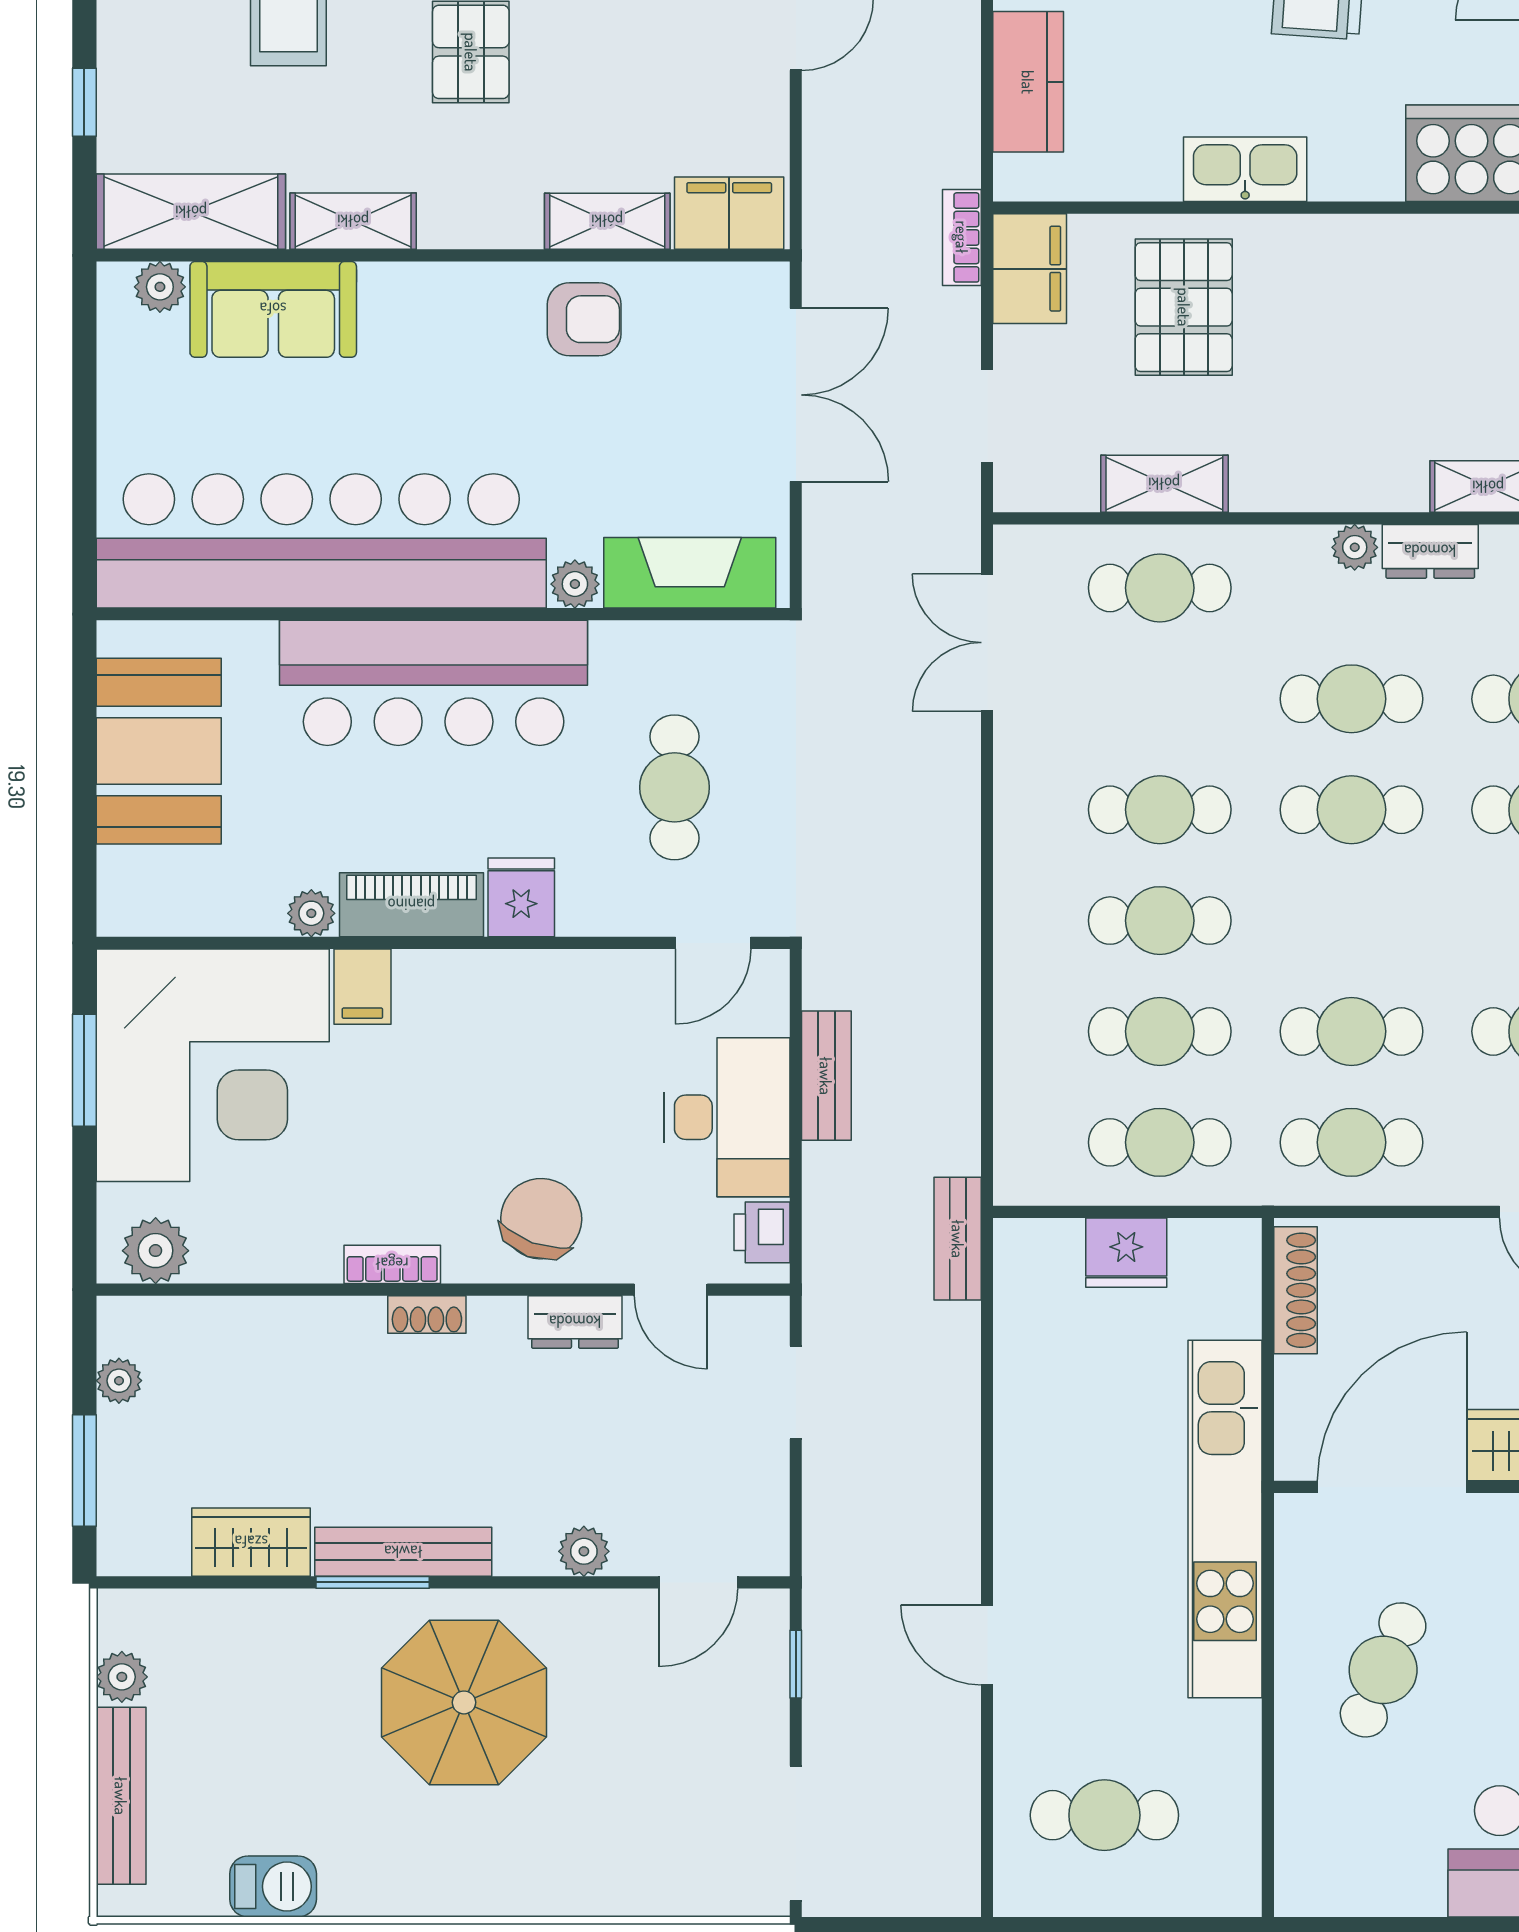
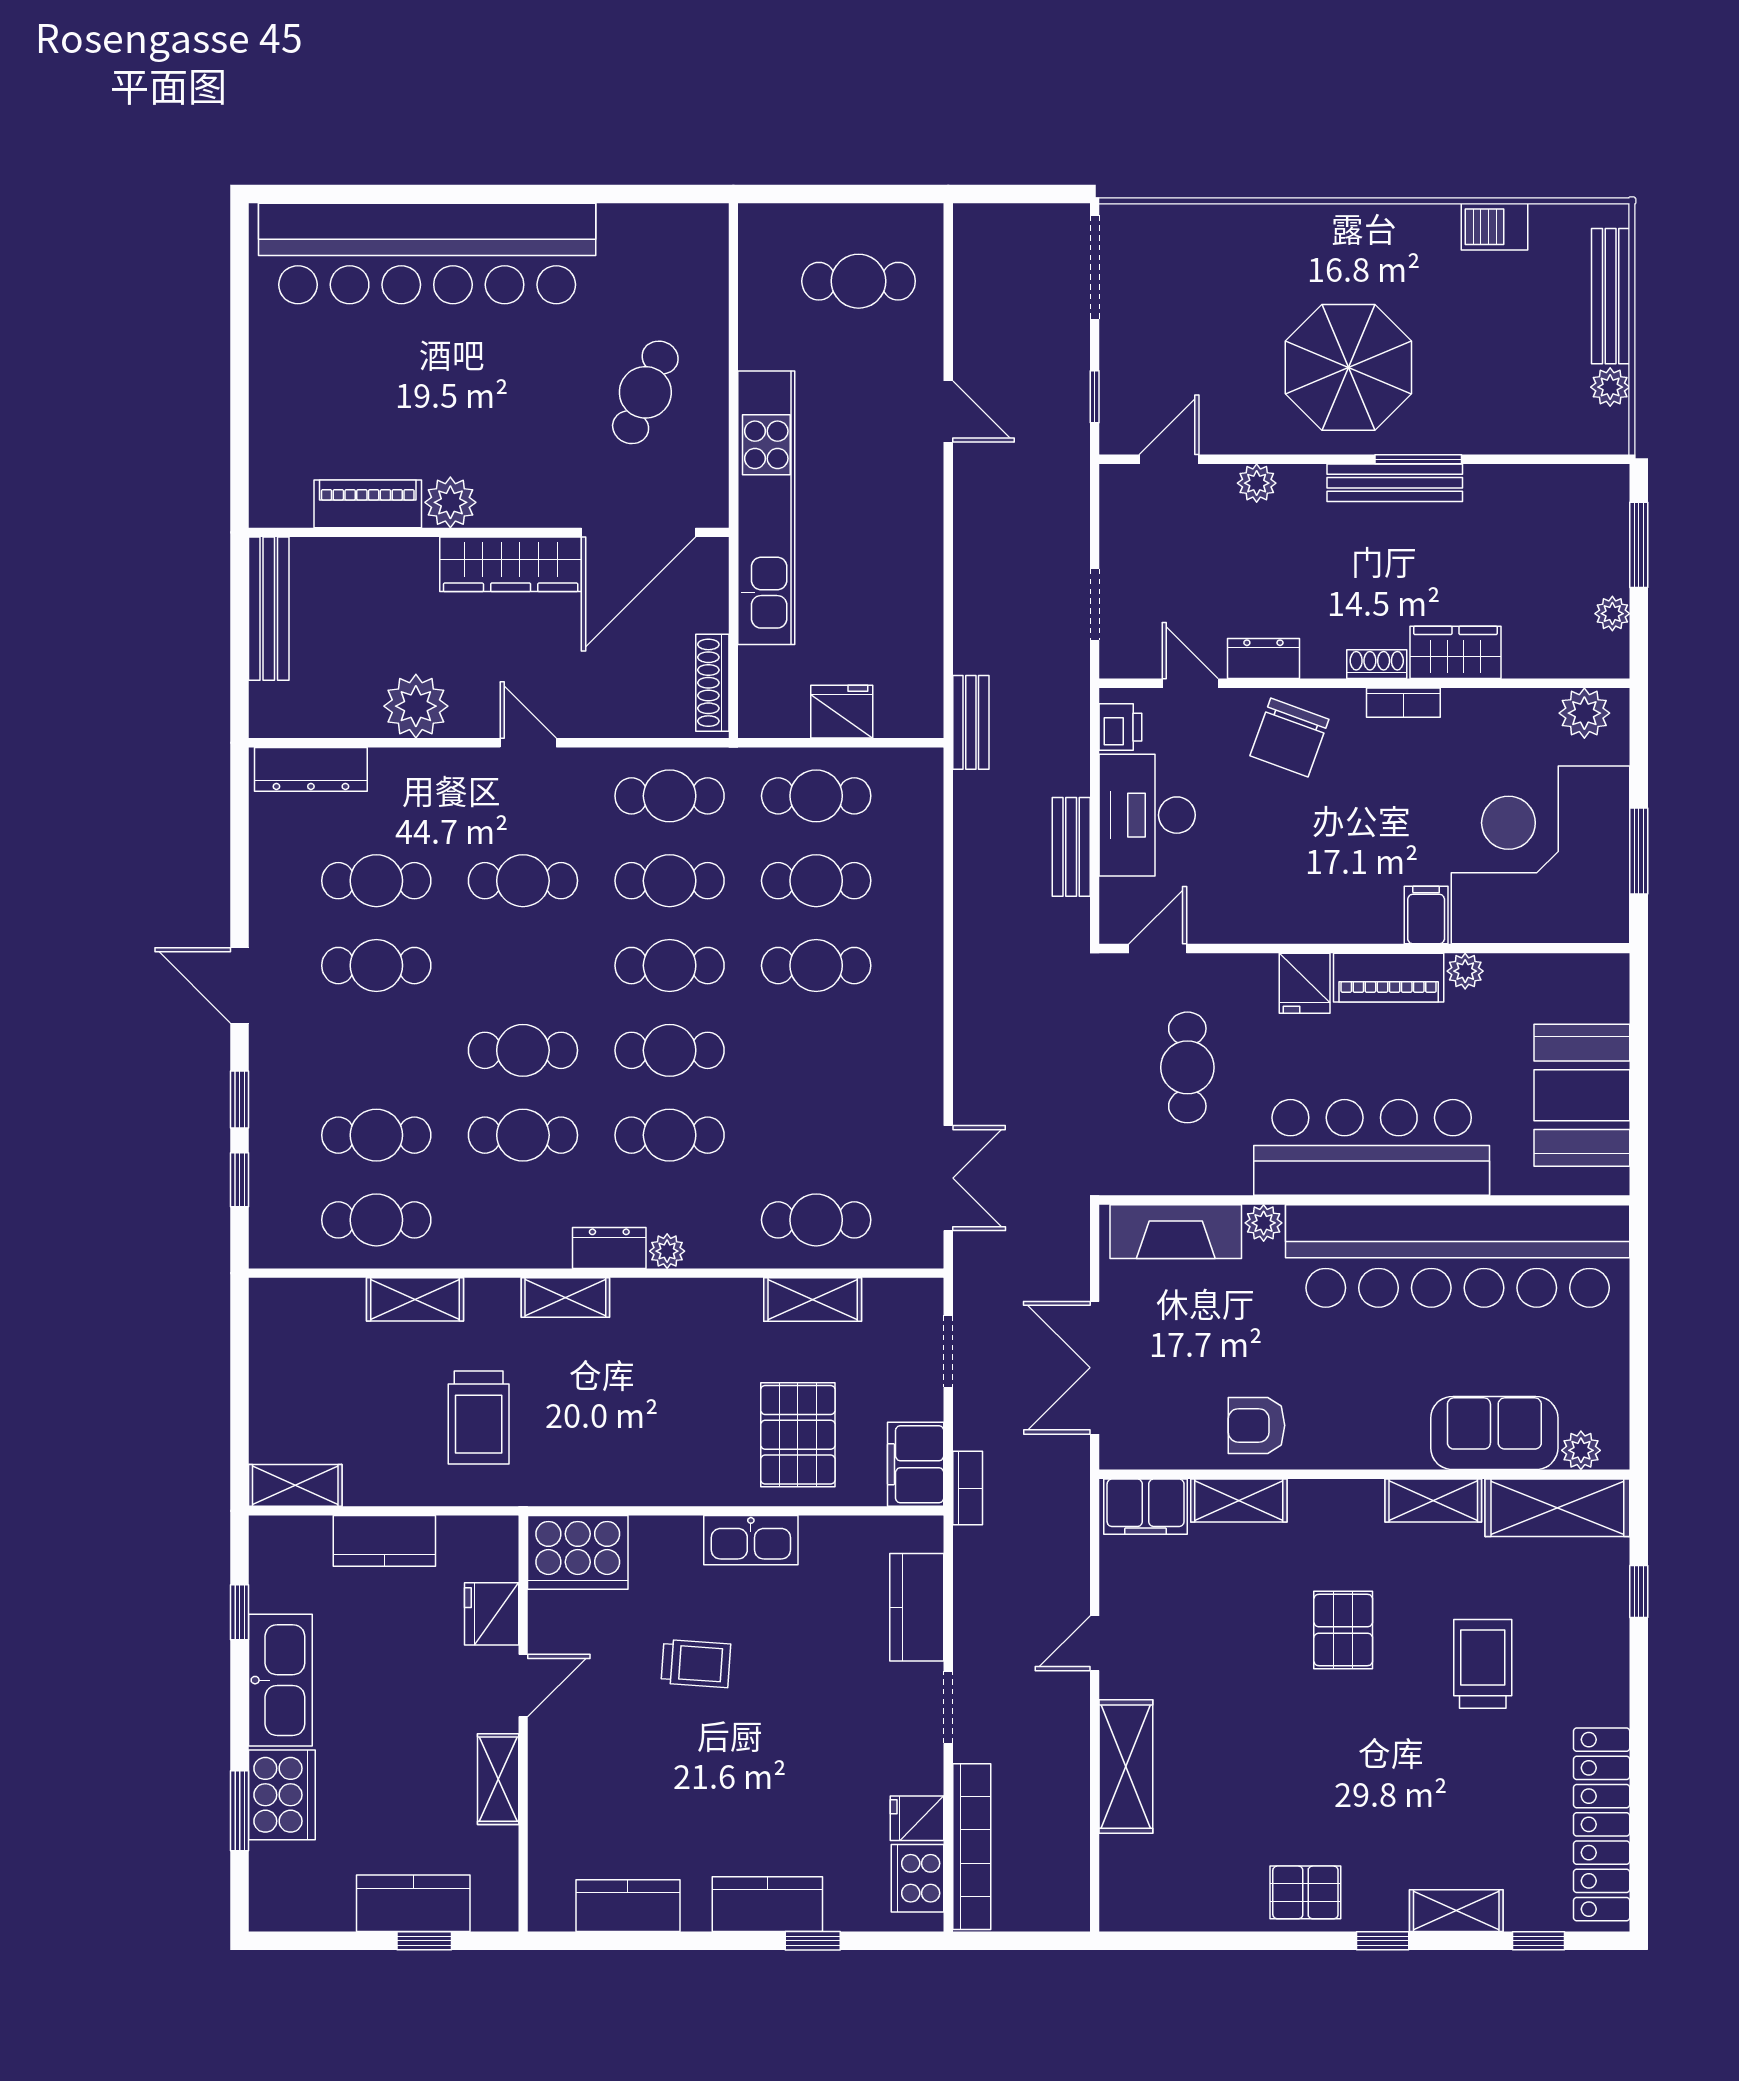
cafe table: (1160, 810) -> (670, 966), moved
wardrobe: (251, 1542) -> (1455, 652), moved, turned 180

